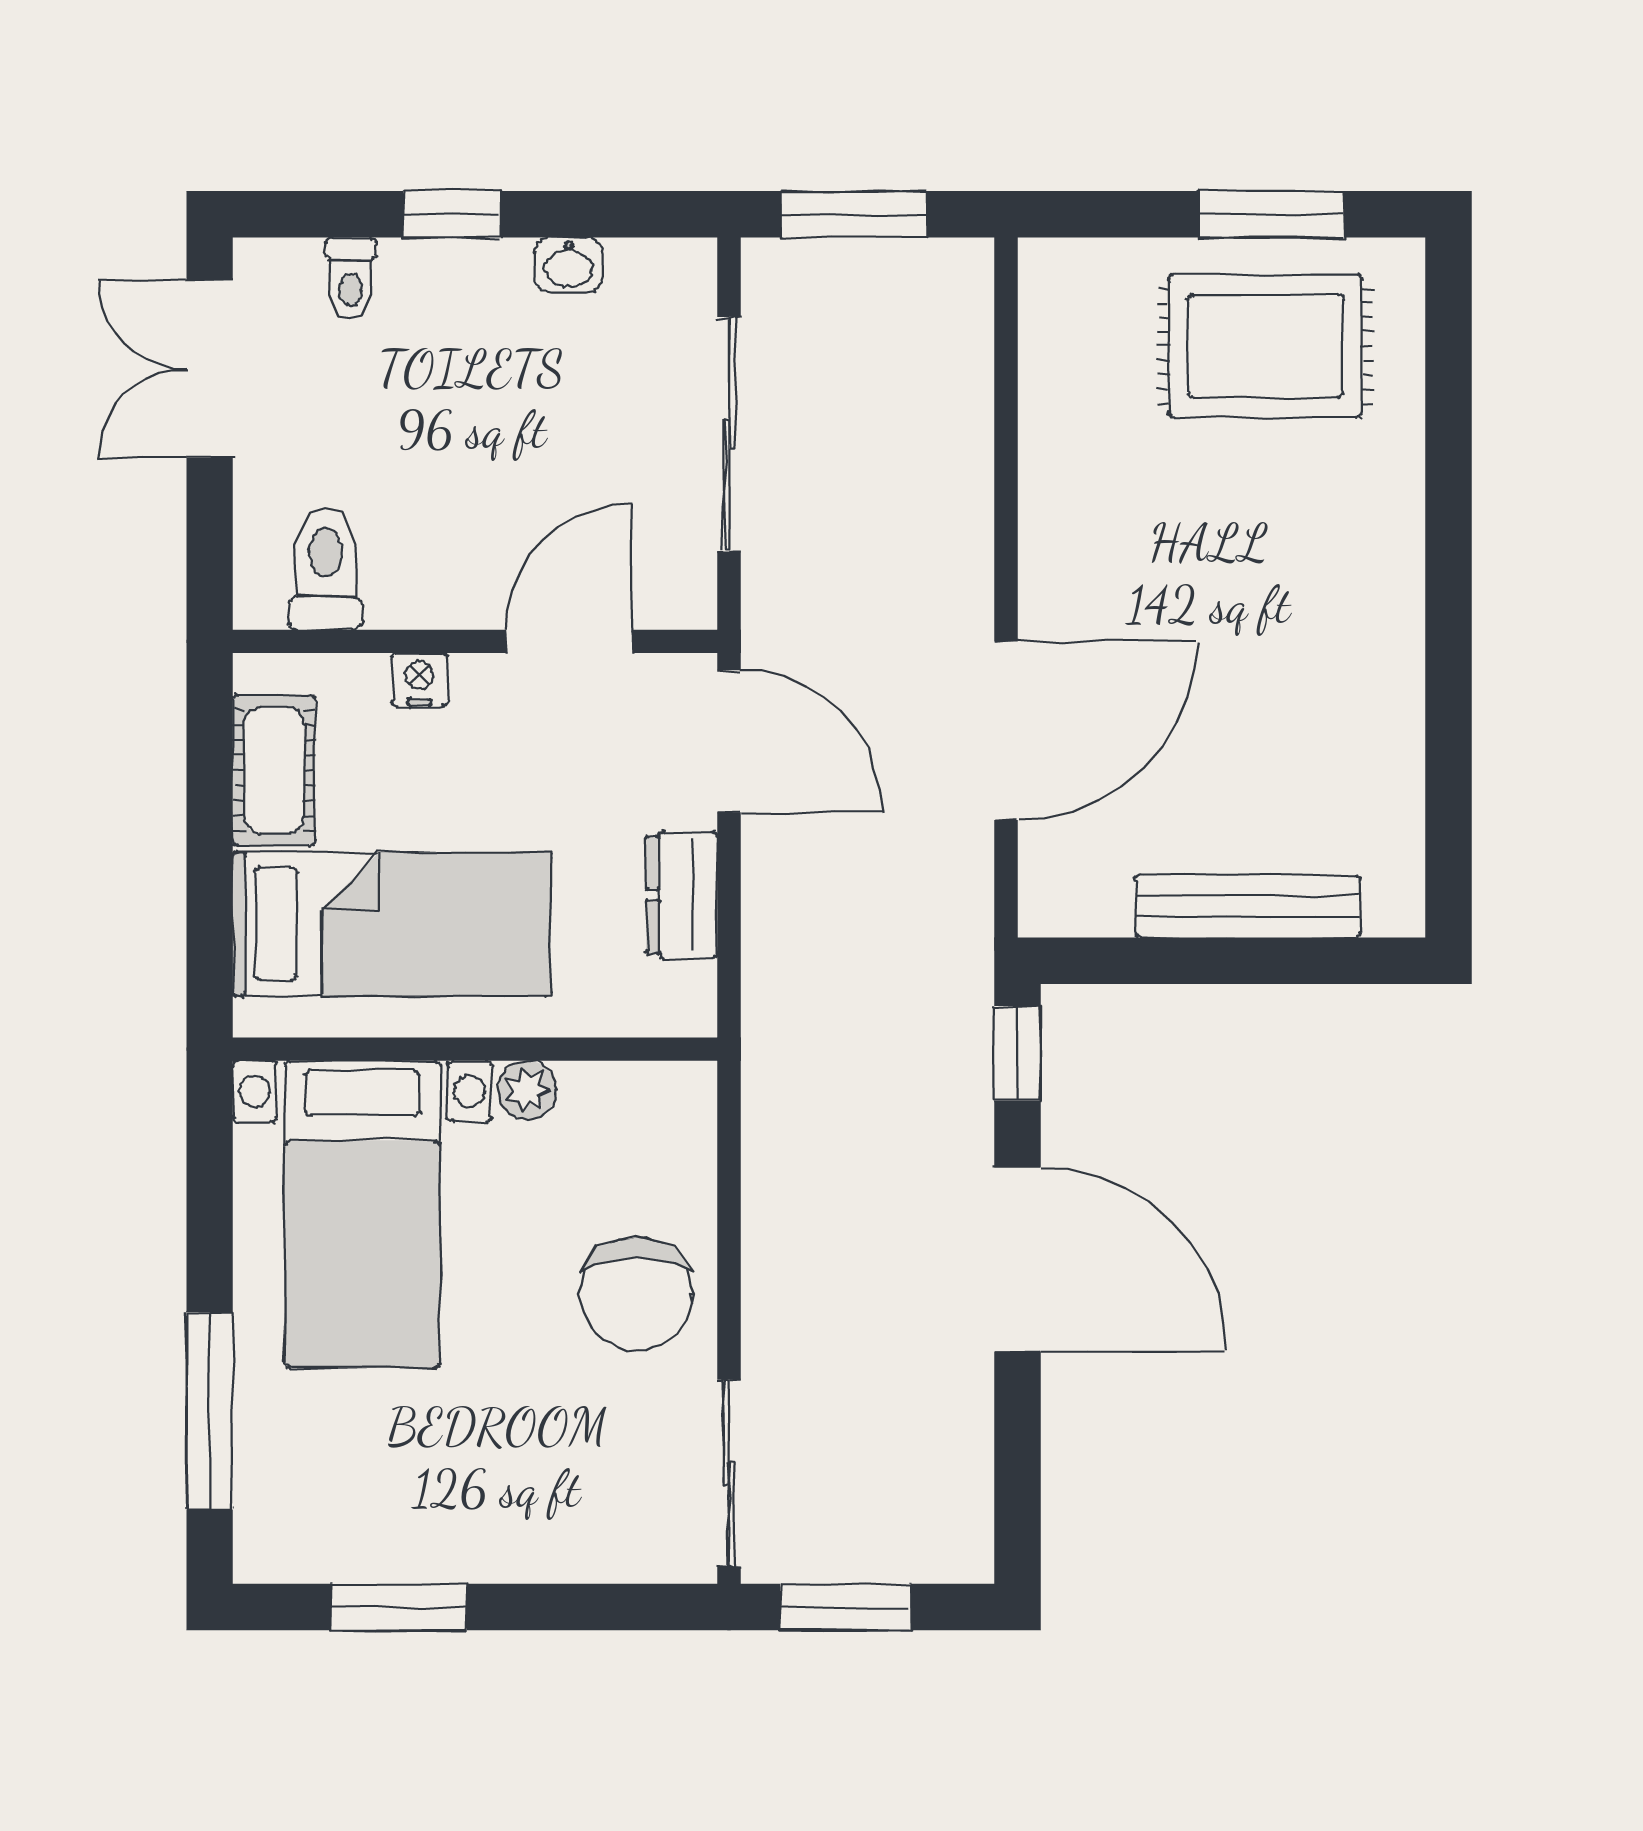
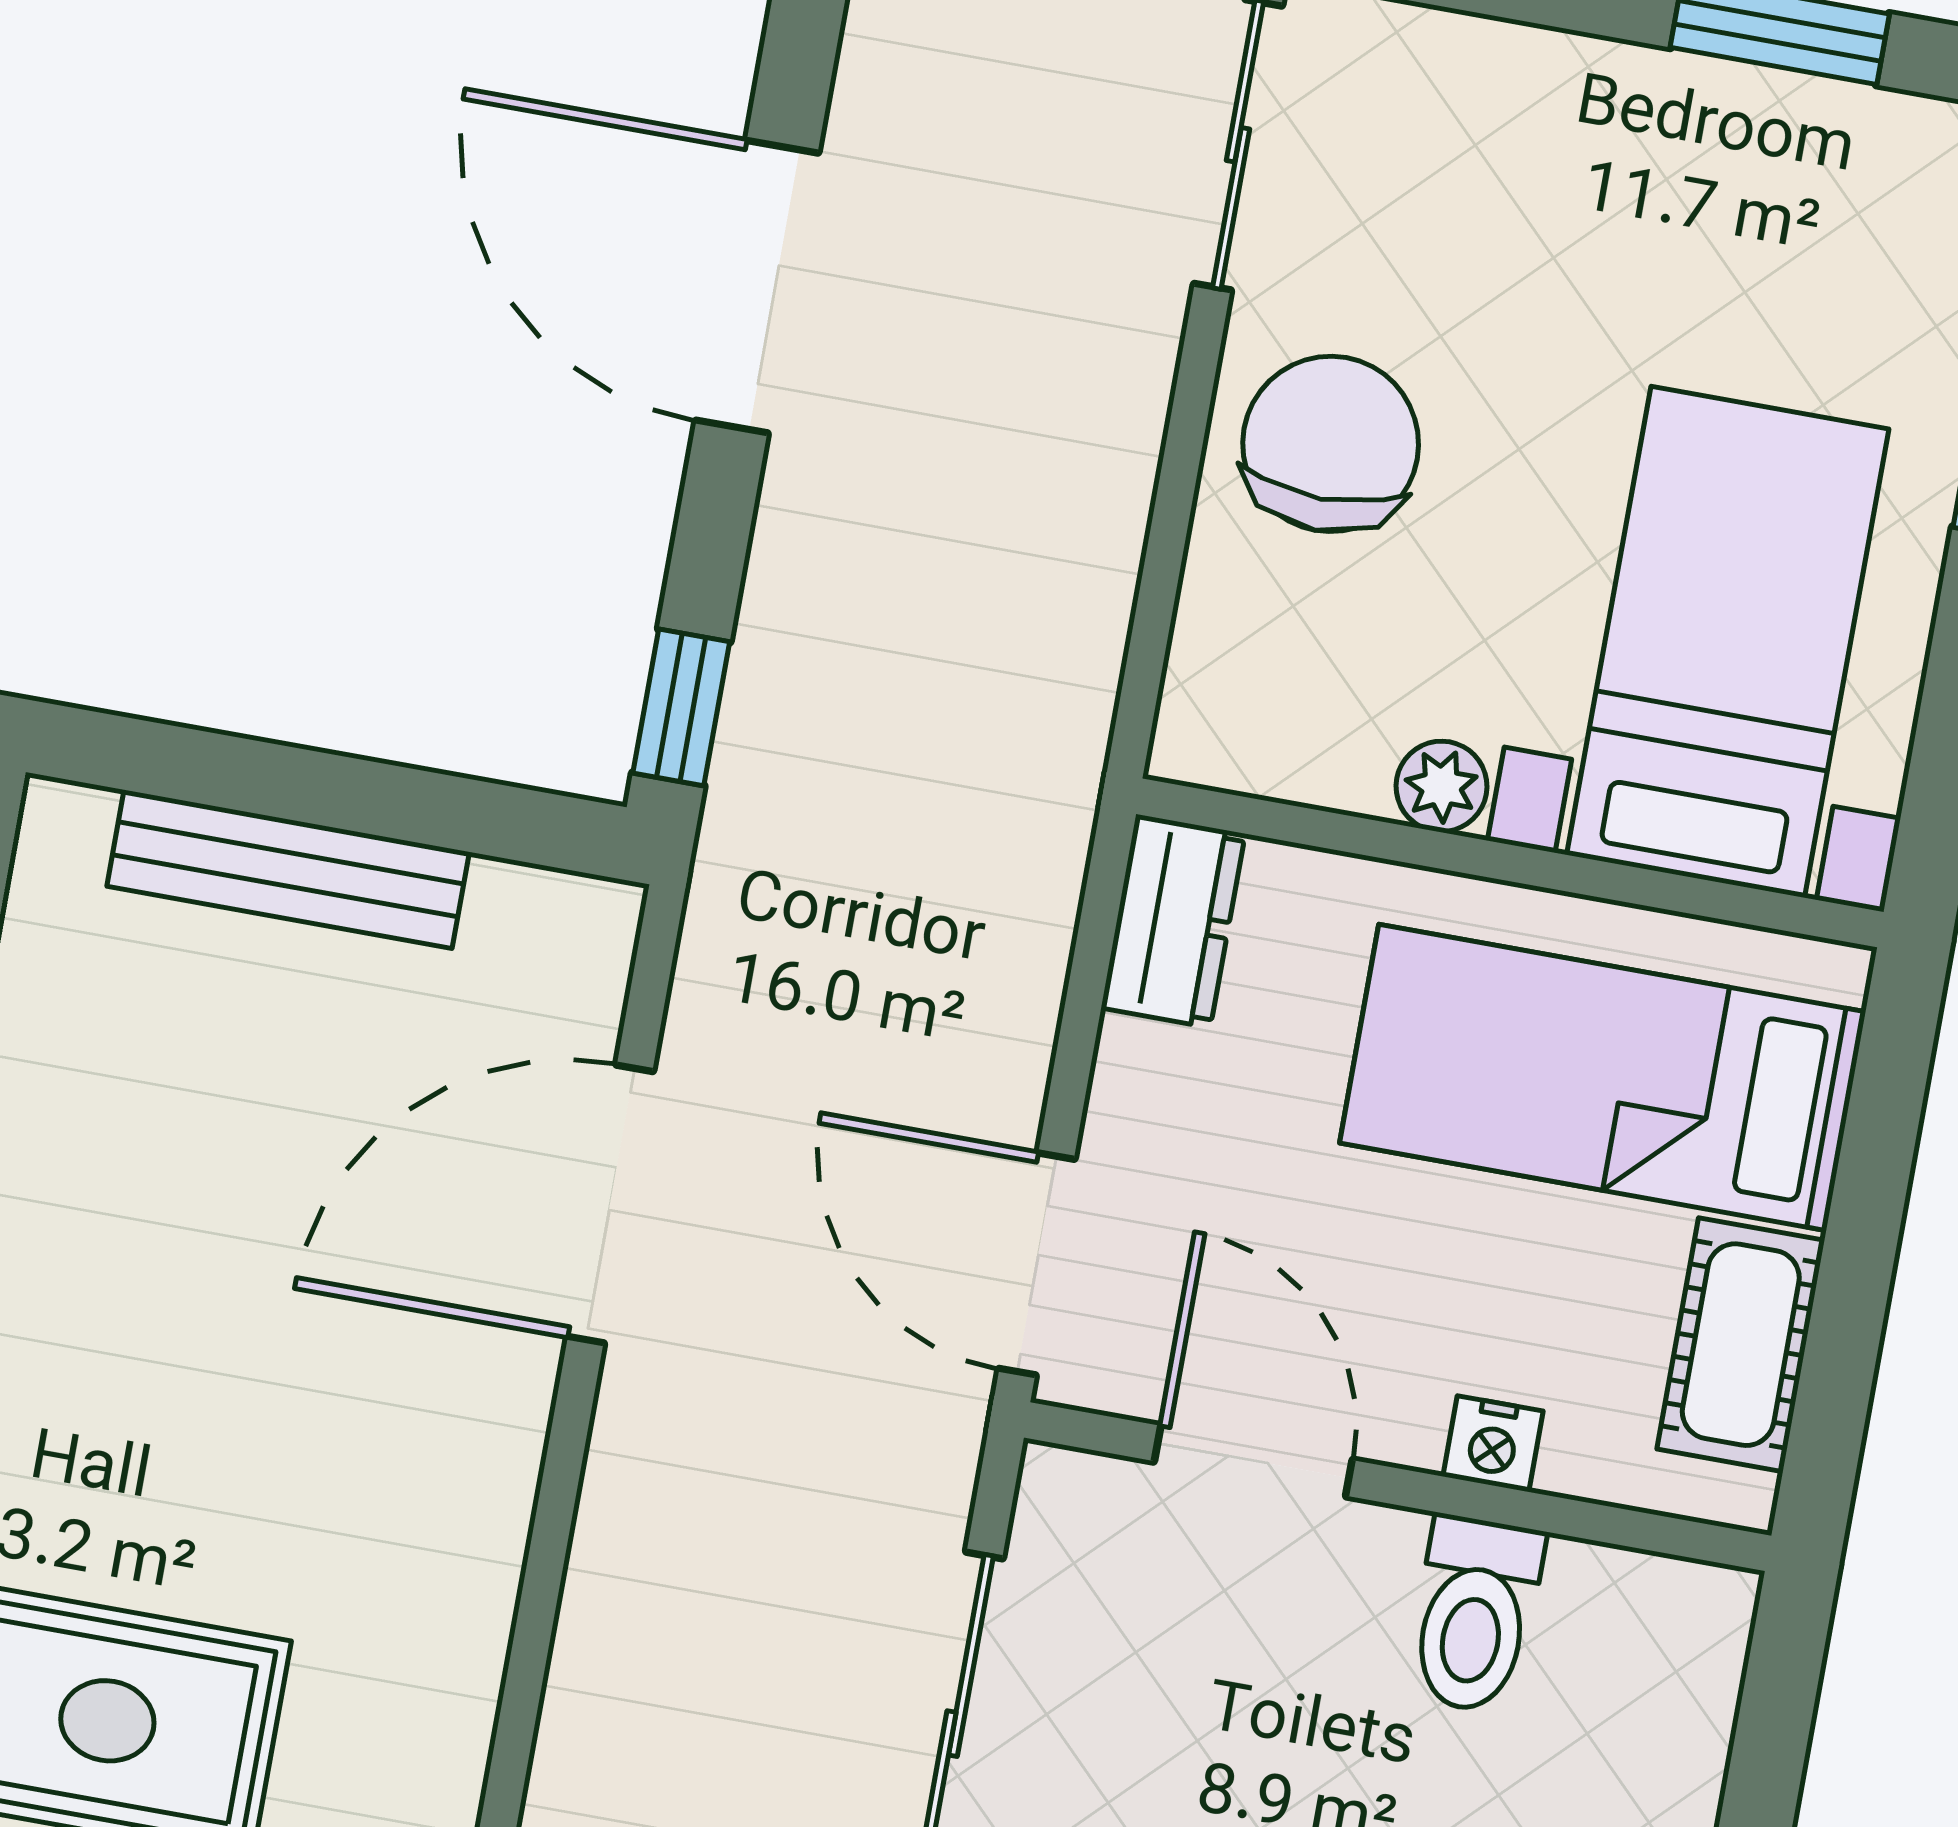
toilet: (326, 569) -> (1475, 1614), moved
door: (569, 641) -> (1253, 1461), swing flipped
dresser: (682, 895) -> (1173, 921), moved
door: (1018, 1260) -> (757, 287), moved

